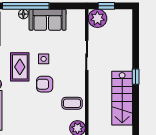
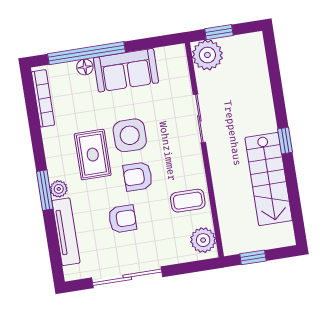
side table: (44, 59) -> (130, 135), width x1.87, depth x1.87
armchair: (31, 108) -> (122, 219), added

